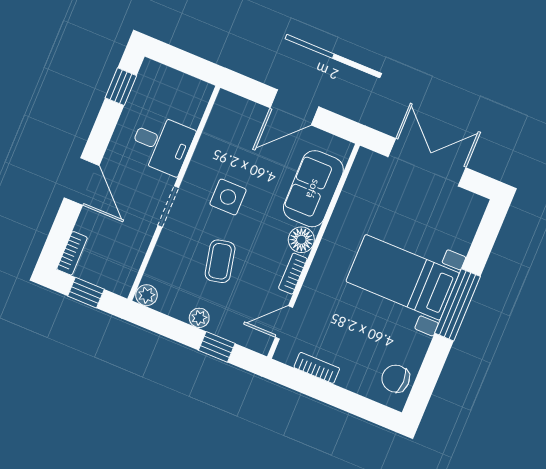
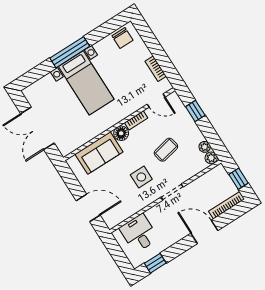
door: (294, 107) -> (88, 208), moved
desk: (162, 144) -> (139, 233), moved
door: (82, 182) -> (204, 232), hinge flipped
bookcase: (72, 253) -> (227, 205), width x1.56
plant: (199, 318) -> (205, 147), moved

